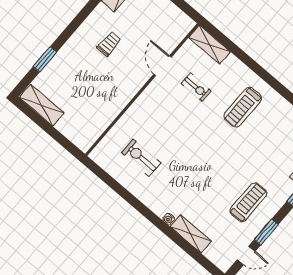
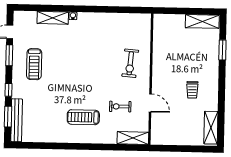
treadmill: (243, 107) -> (83, 117), turned -90
exercise bike: (141, 158) -> (130, 63), moved, turned 95

